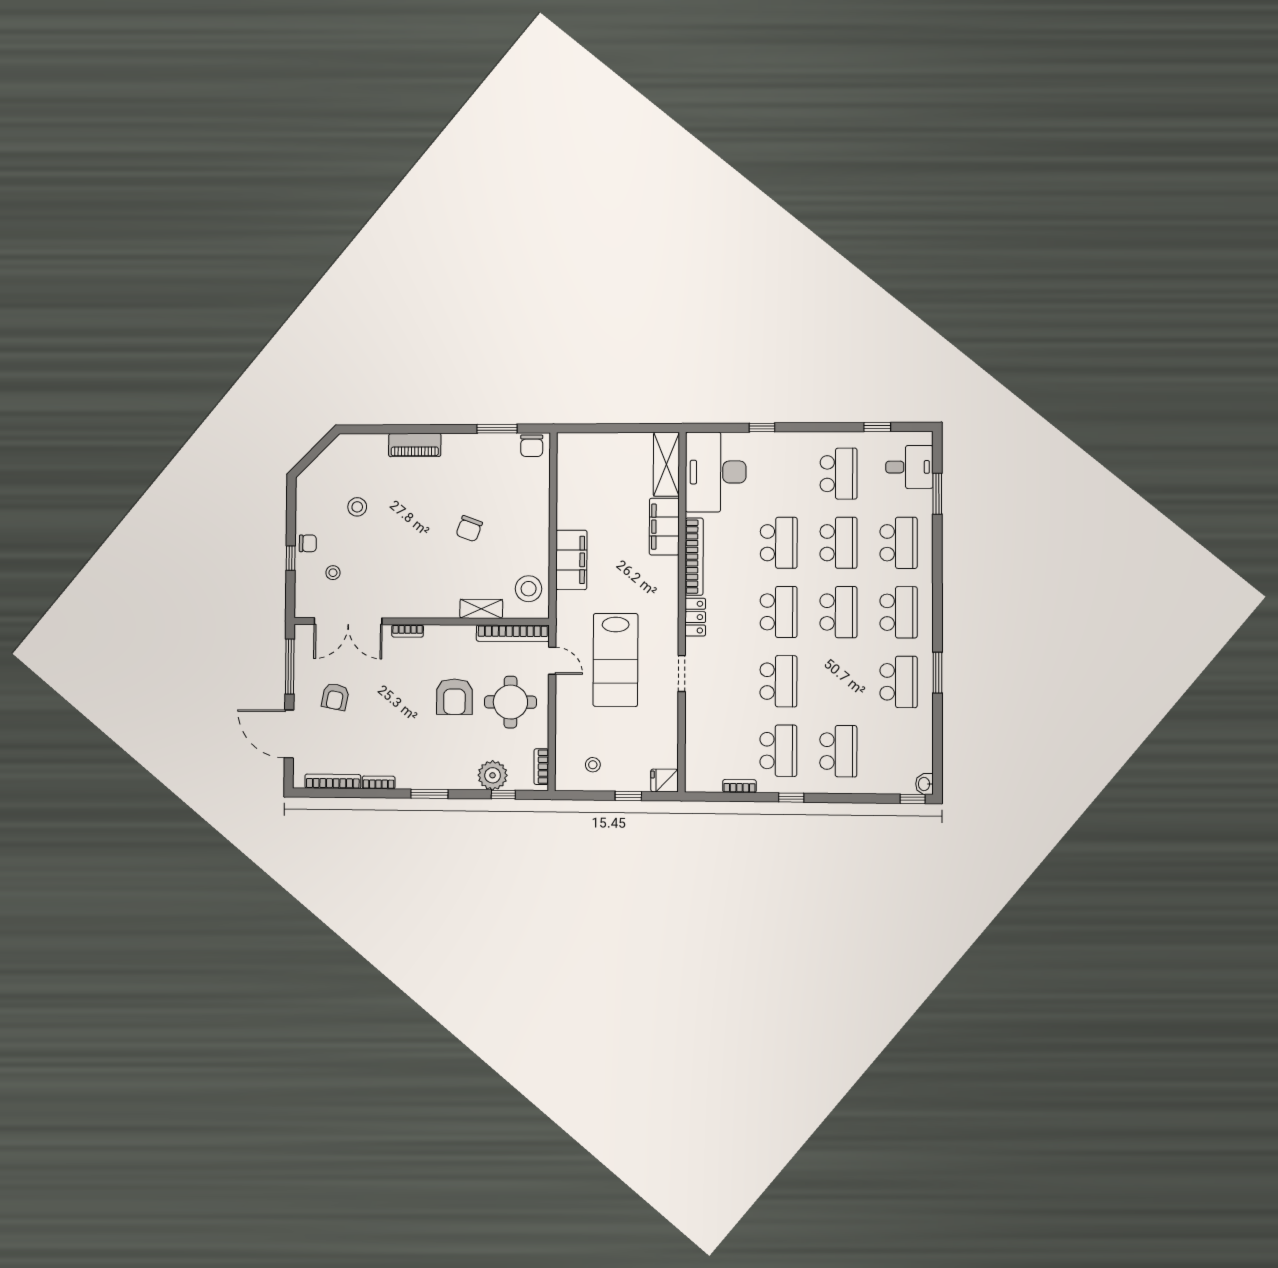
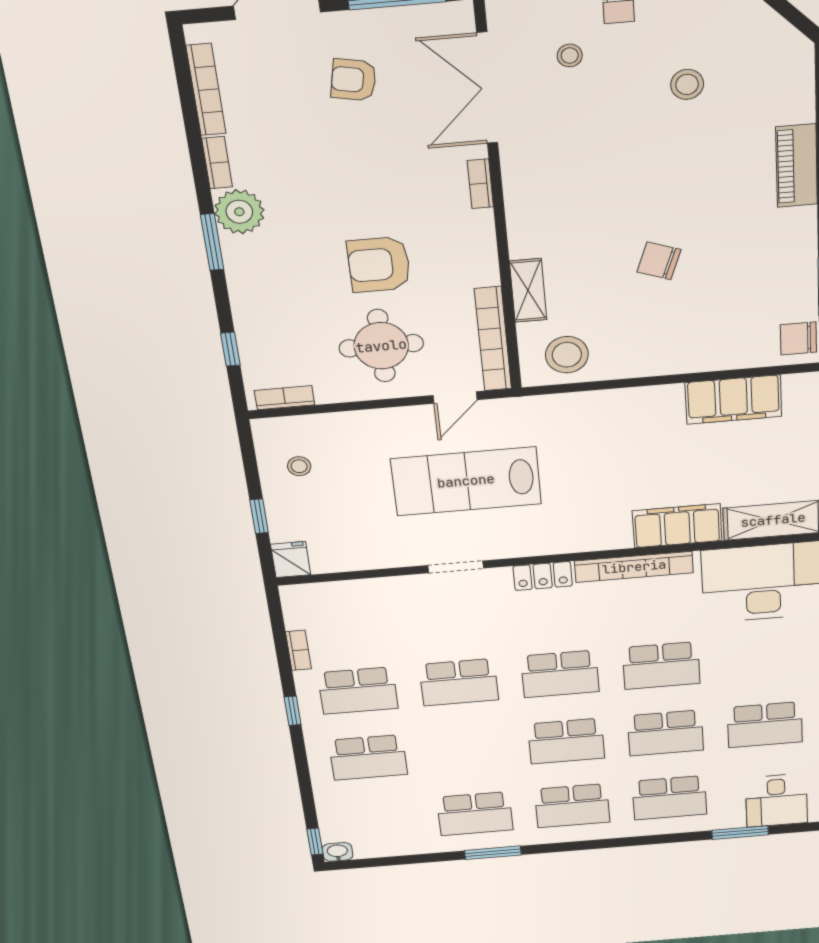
filing cabinet: (571, 560) -> (733, 400), moved
plant: (493, 775) -> (239, 212), moved

